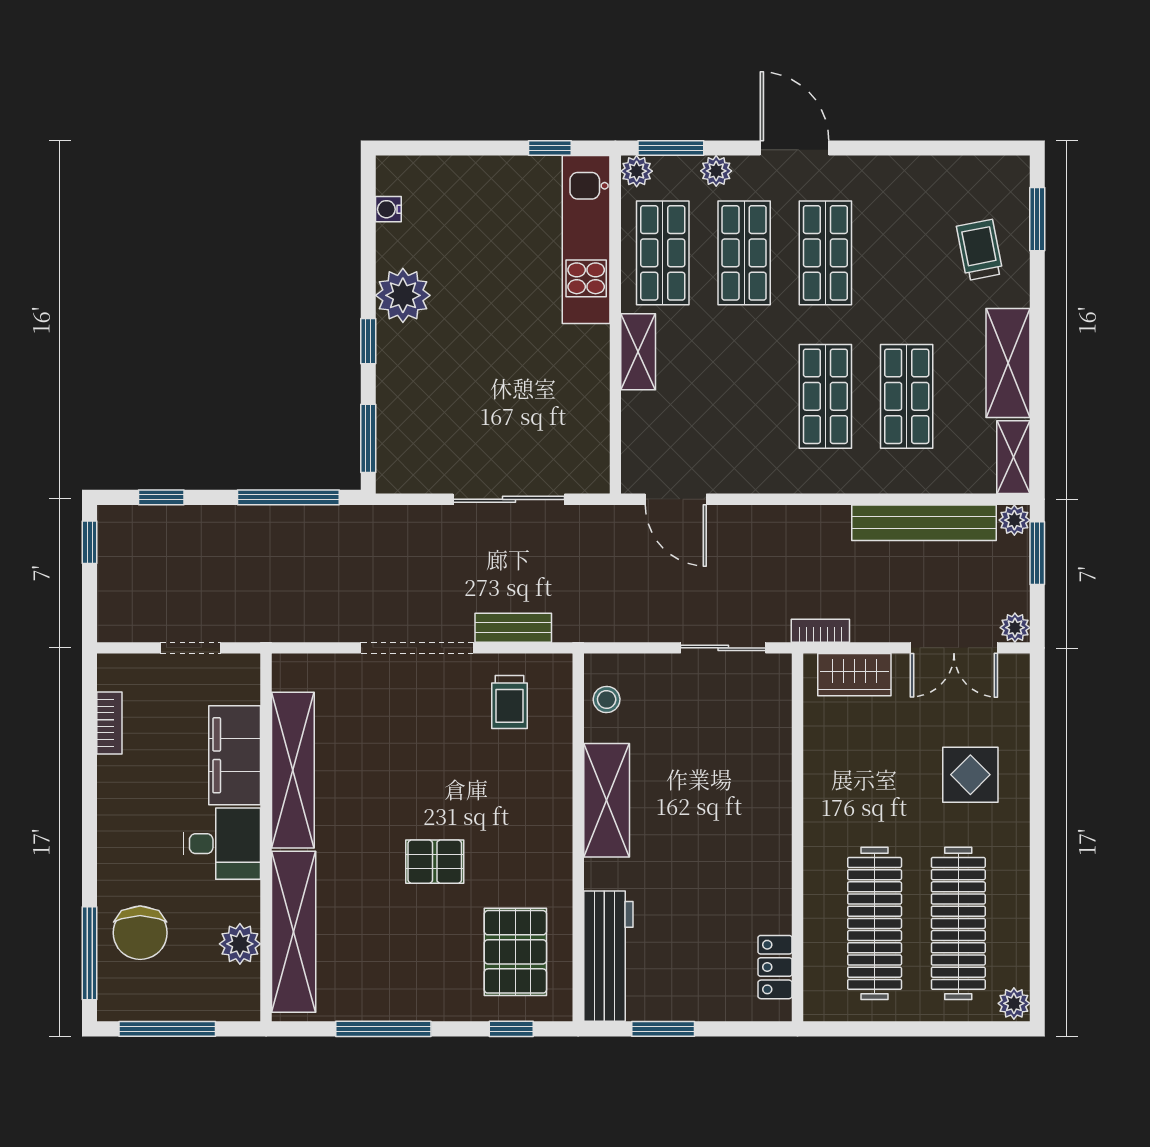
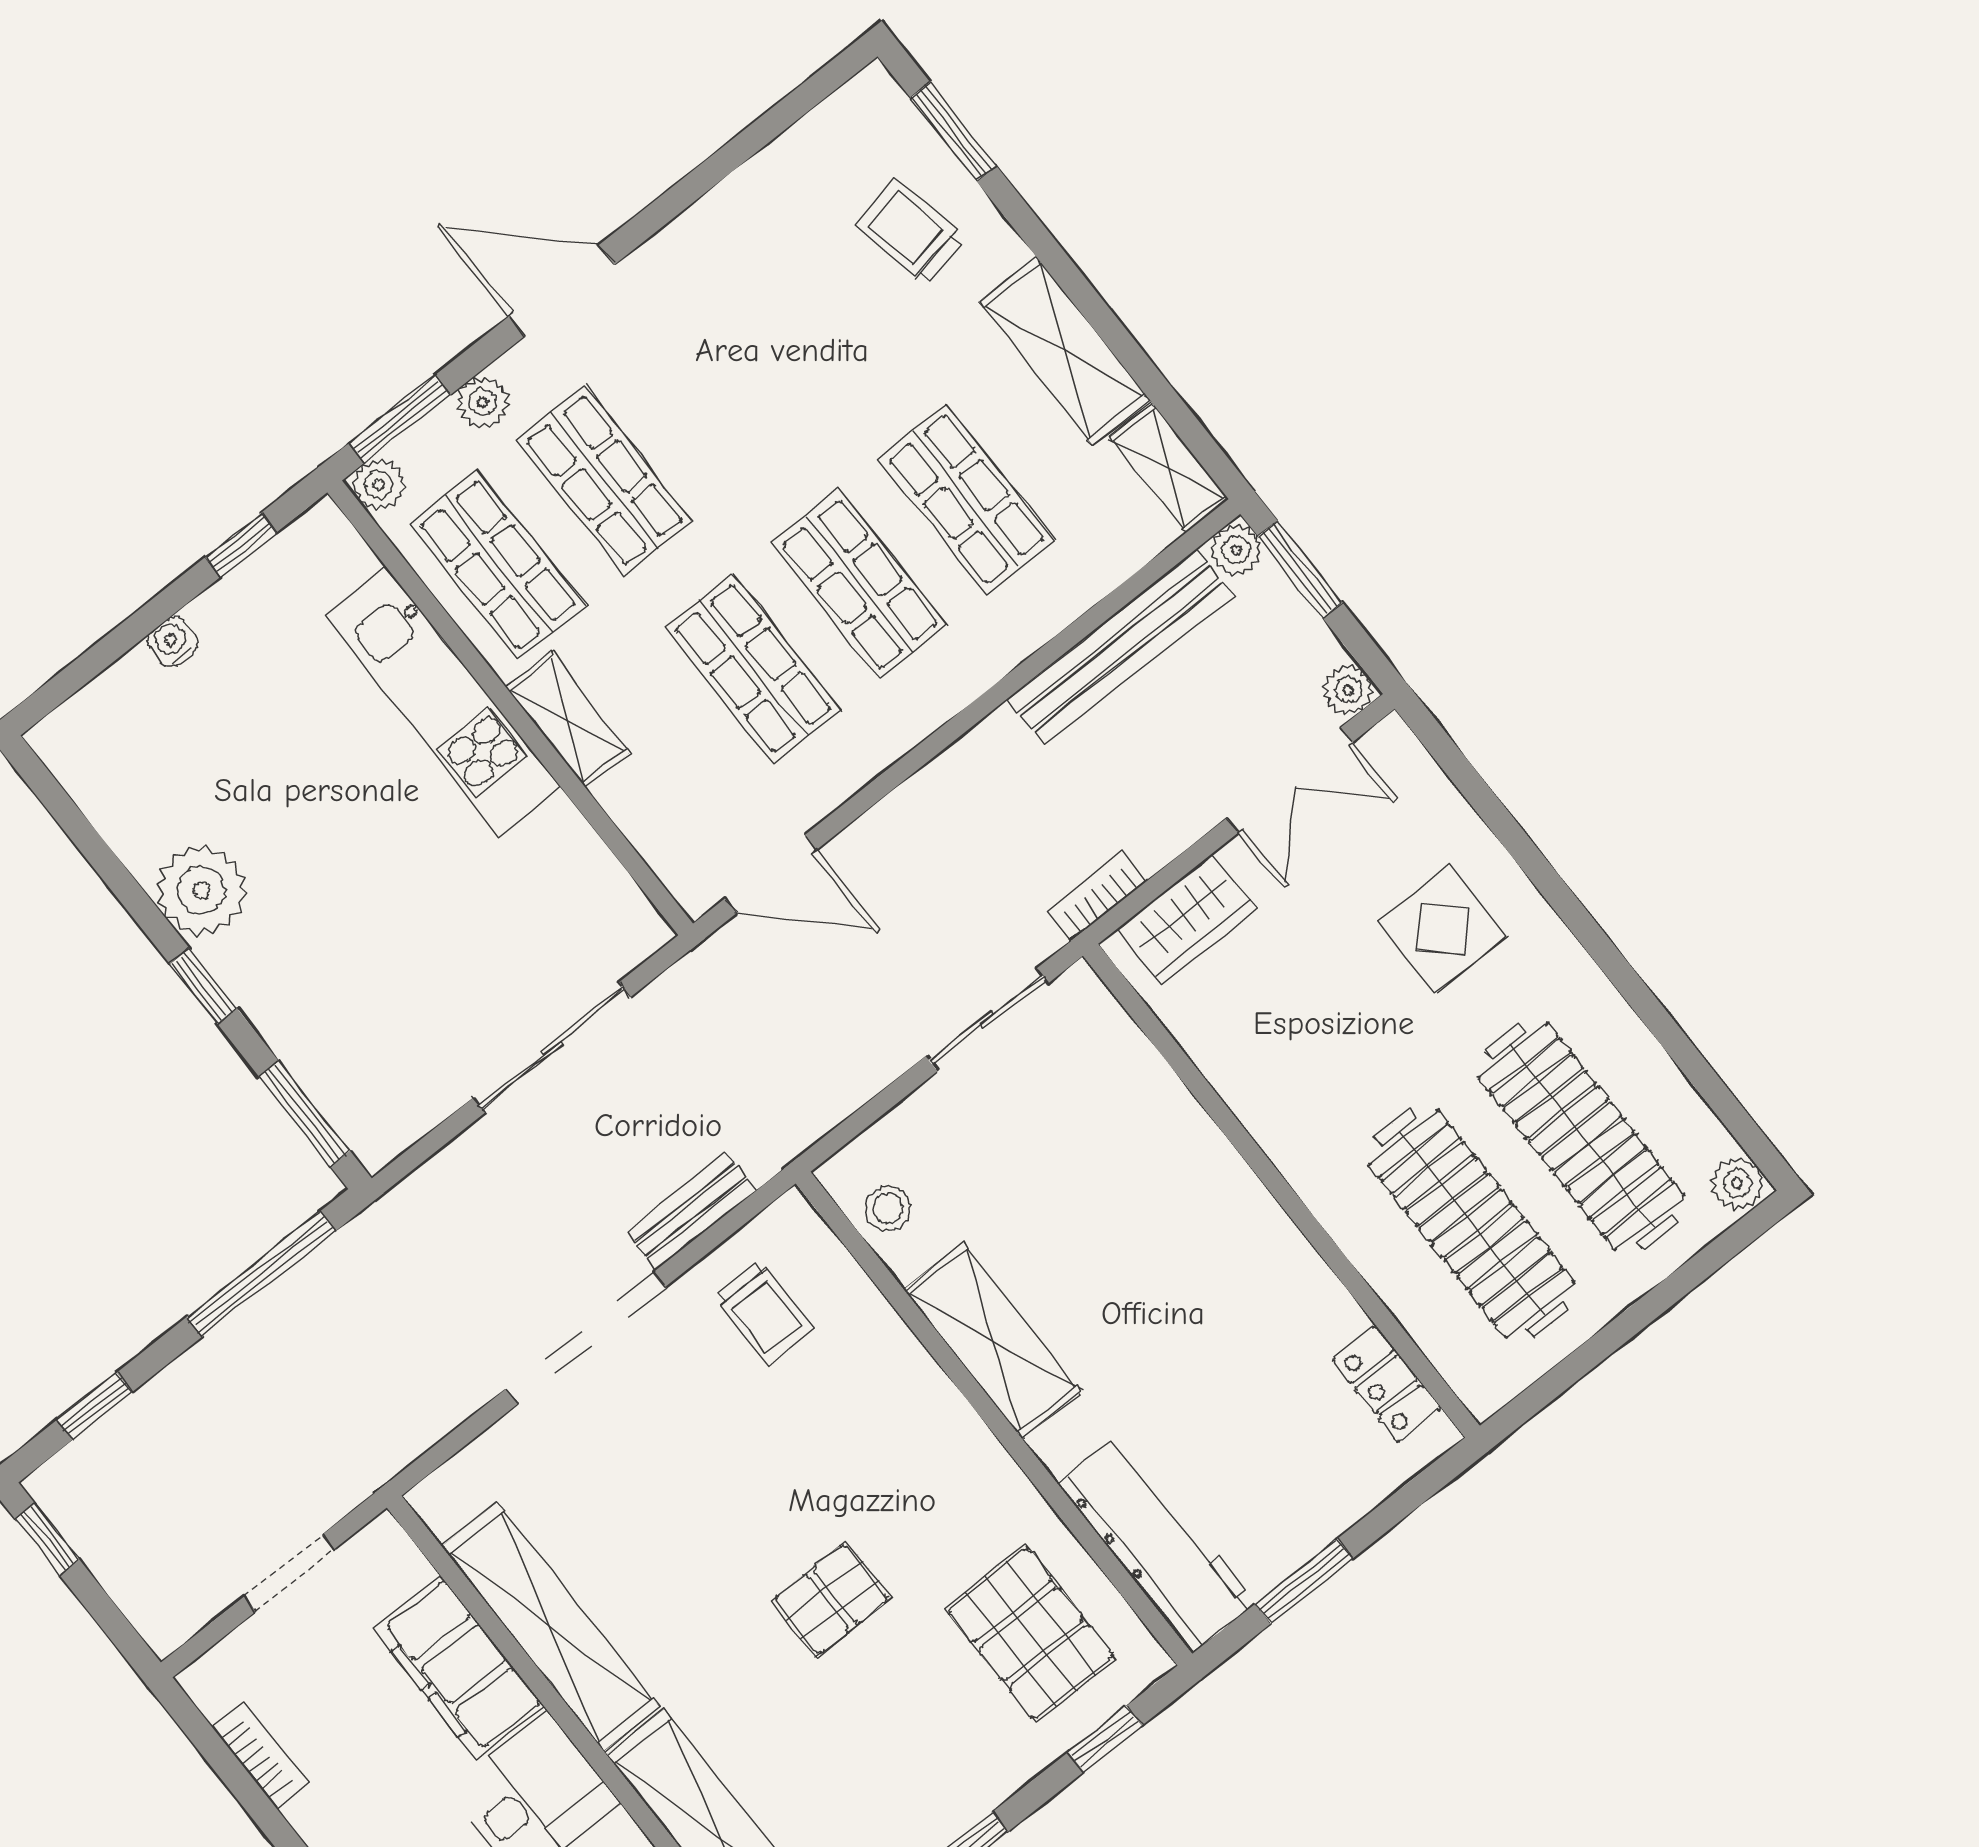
water cooler: (388, 209) -> (173, 642), moved, turned 90
kitchen unit: (586, 240) -> (442, 701), moved
shop shelf: (825, 253) -> (753, 668), moved

